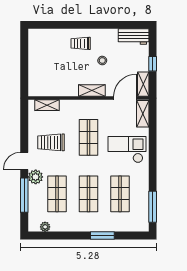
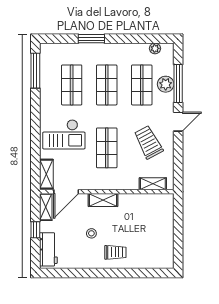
workbench: (134, 37) -> (48, 249), moved, turned 90
trolley: (51, 142) -> (148, 142), turned -118
plant: (36, 177) -> (166, 84), moved

